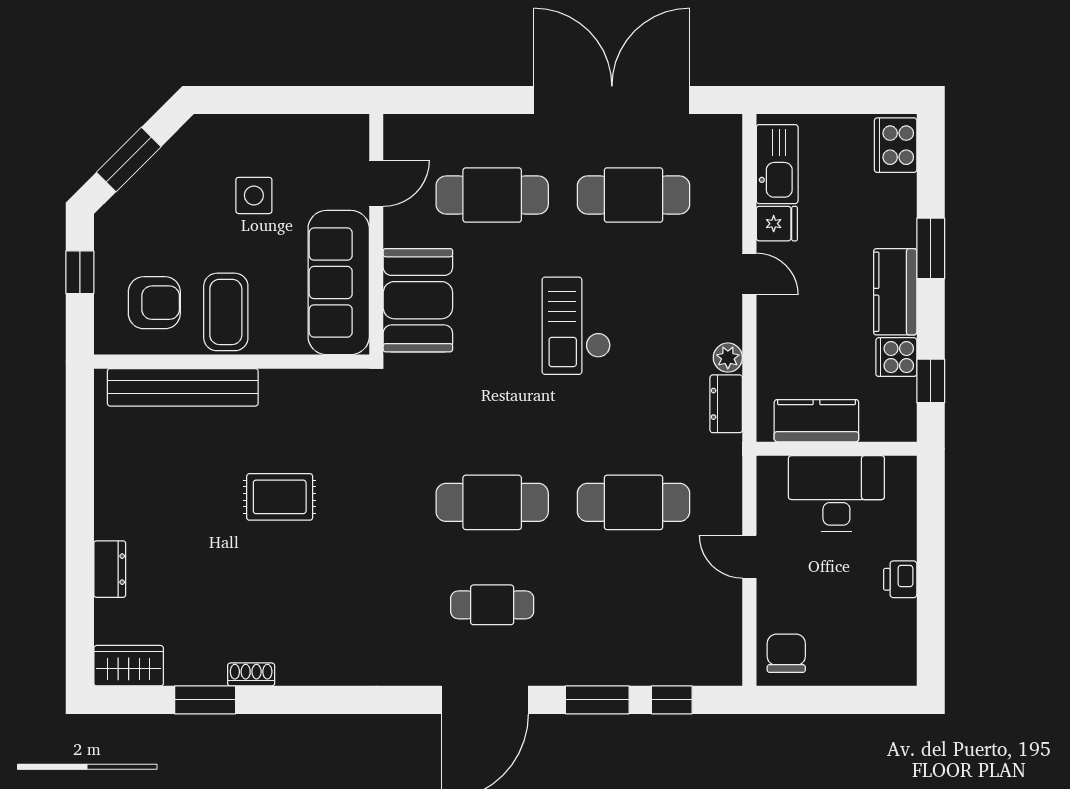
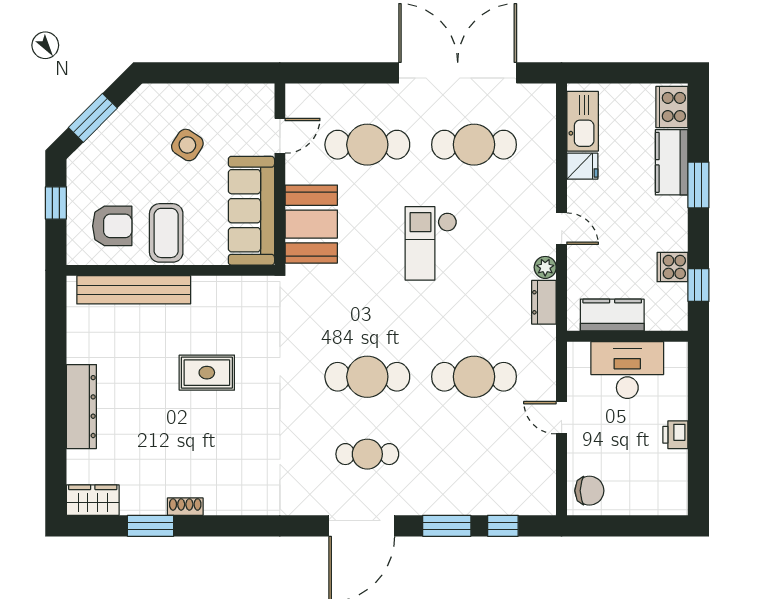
side table: (254, 195) -> (187, 145), turned 33
door: (749, 274) -> (562, 229), moved
kitchen counter: (895, 292) -> (672, 162), moved
dresser: (110, 569) -> (81, 407), width x1.96, depth x1.24
chair: (786, 653) -> (589, 491), turned 90

